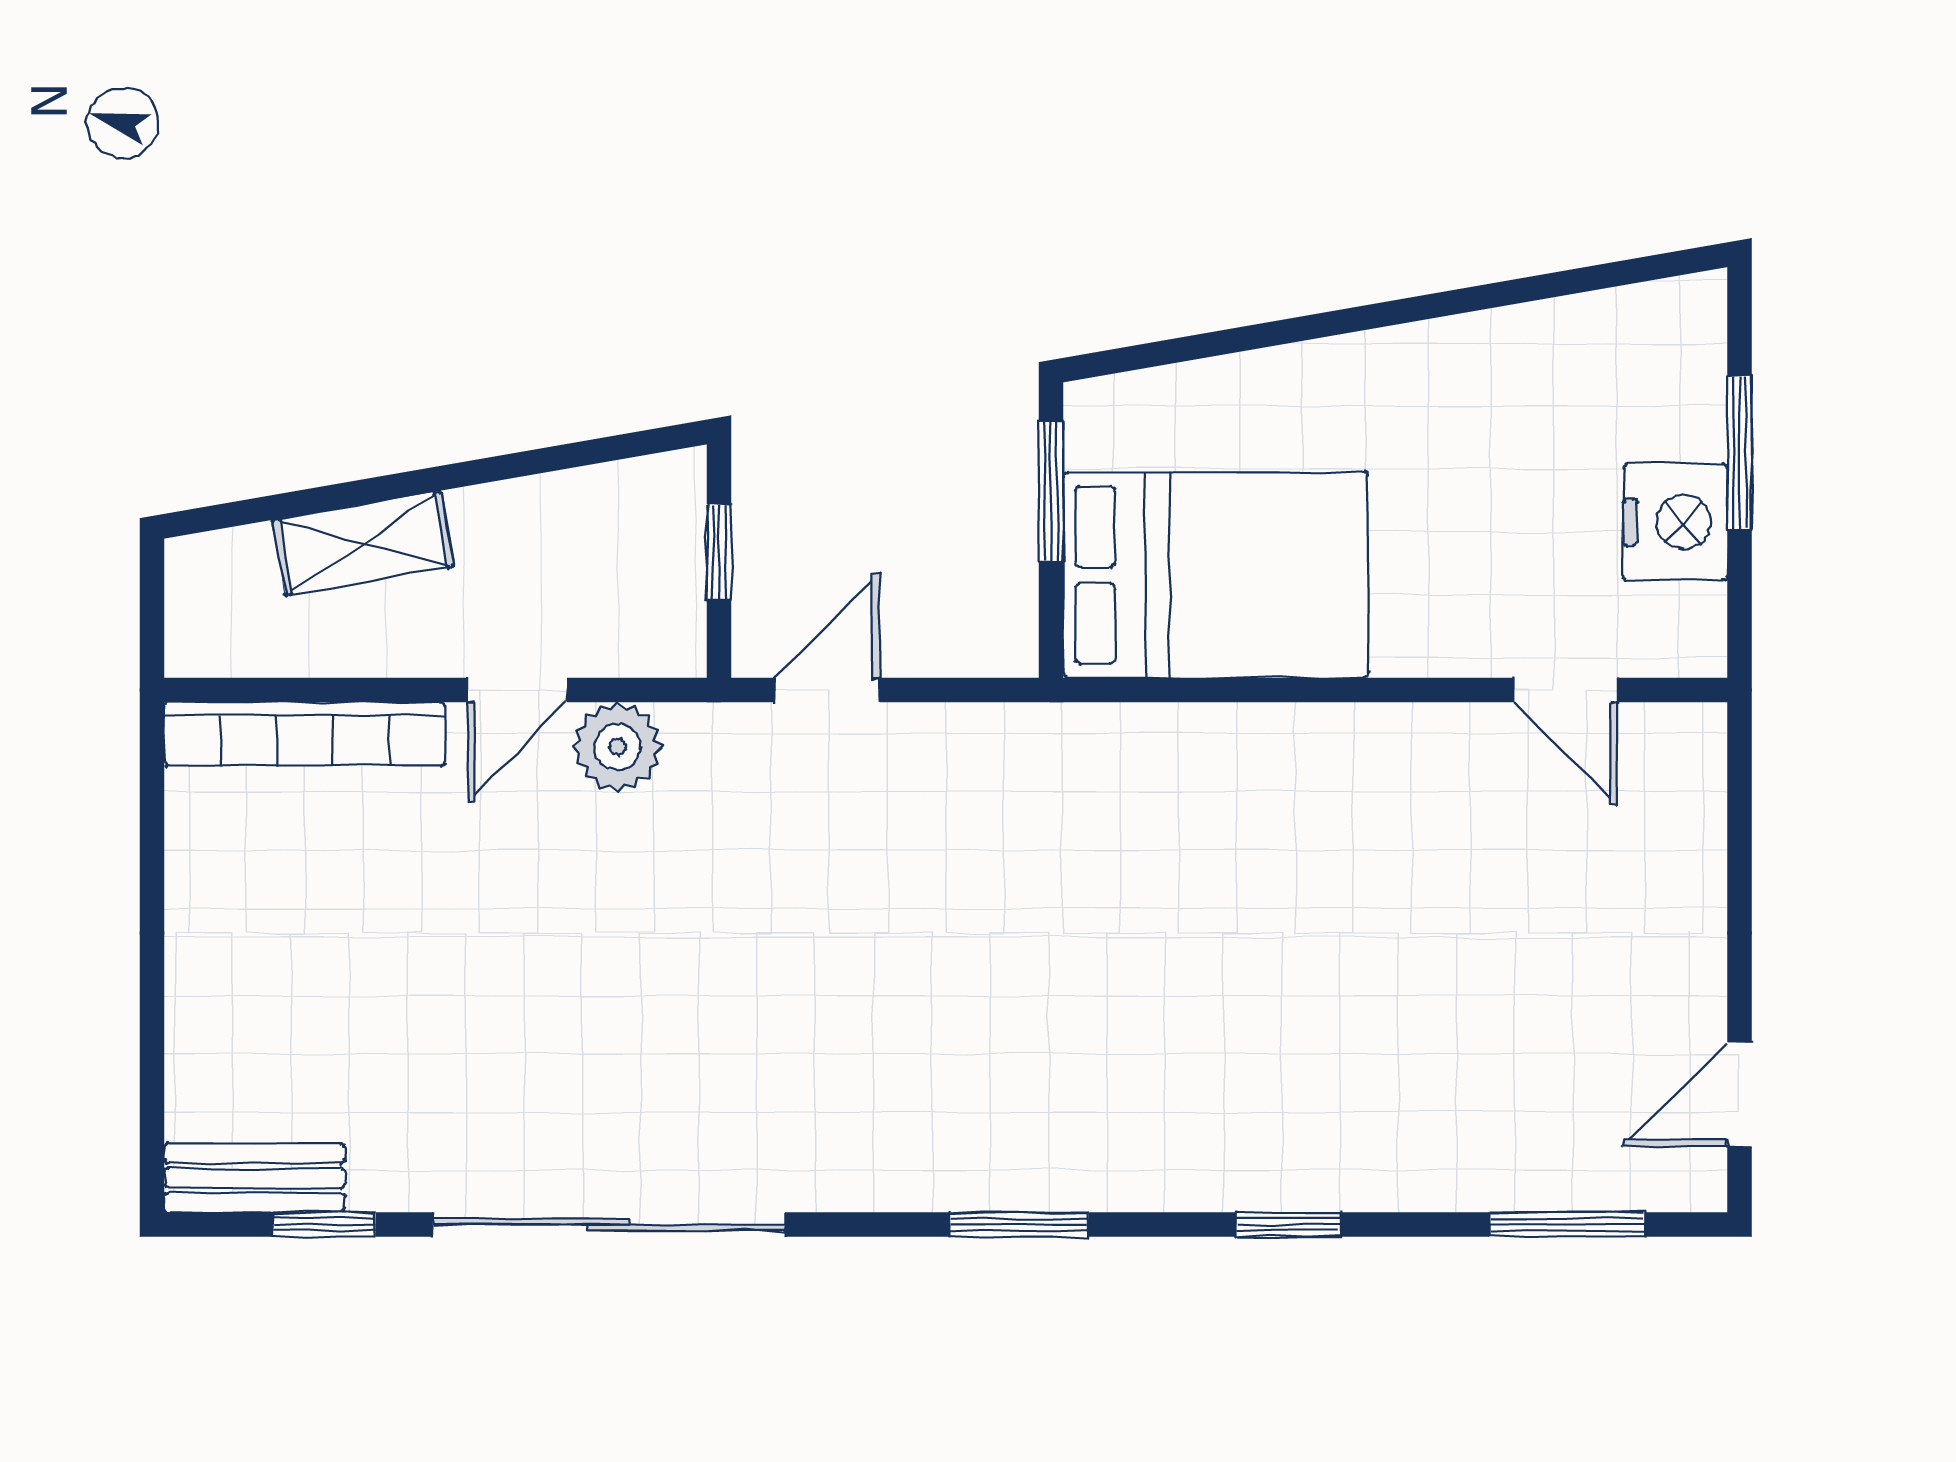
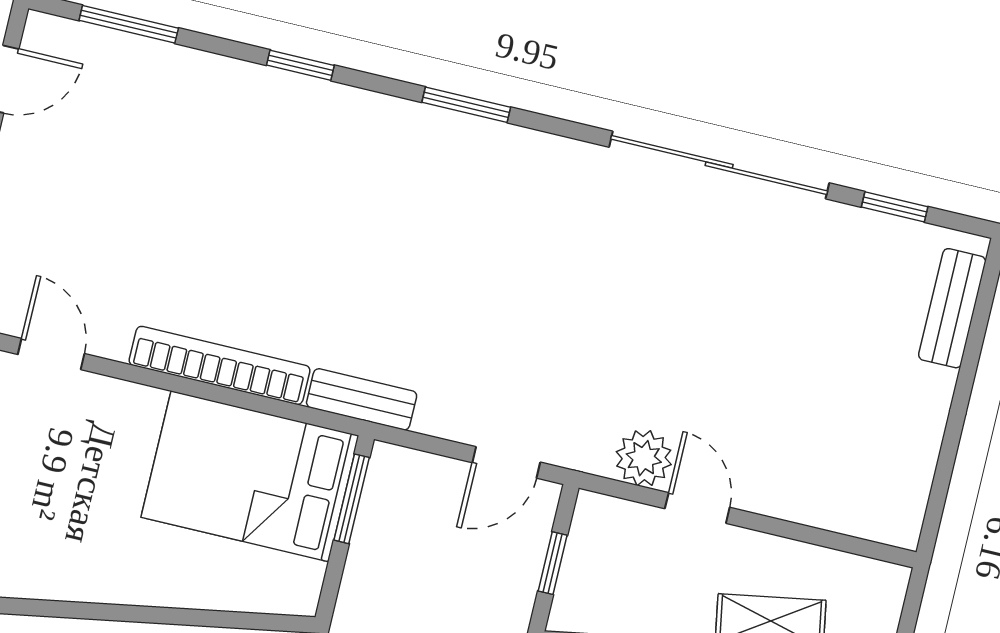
window: (1051, 492) -> (352, 499), moved
door: (517, 690) -> (697, 508), hinge flipped
bookcase: (305, 734) -> (220, 365), moved
bench: (1072, 734) -> (362, 399), added
bench: (255, 1178) -> (952, 308), moved, turned 90

